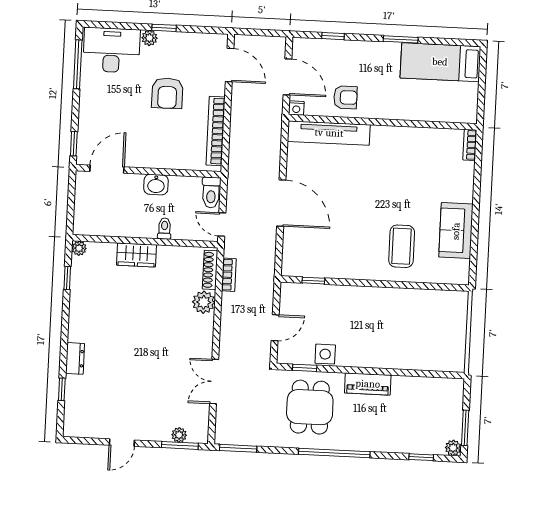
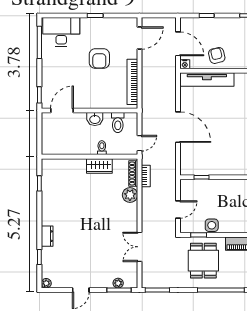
plant: (149, 38) -> (86, 23), removed
door: (230, 65) -> (139, 38), hinge flipped
armchair: (345, 97) -> (217, 55), turned -104
toilet: (211, 193) -> (118, 123), moved
door: (222, 224) -> (139, 143), swing flipped
plant: (79, 248) -> (46, 283), moved
wardrobe: (136, 255) -> (99, 166), moved

